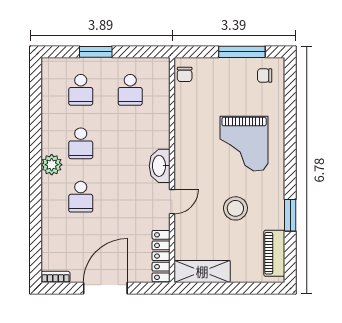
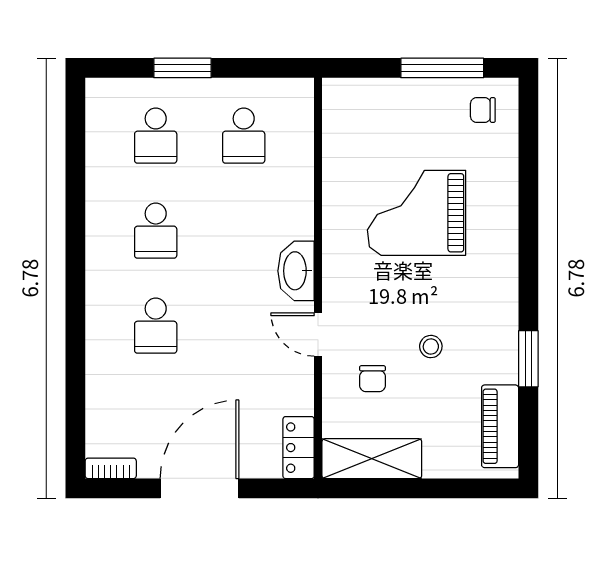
chair: (185, 74) -> (372, 379), moved
grand piano: (244, 144) -> (417, 213), moved, turned 90
plant: (52, 165) -> (104, 269), removed
door: (172, 202) -> (318, 334), swing flipped
stool: (235, 208) -> (431, 347), width x0.53, depth x0.53
locker: (161, 256) -> (299, 448), width x0.66

